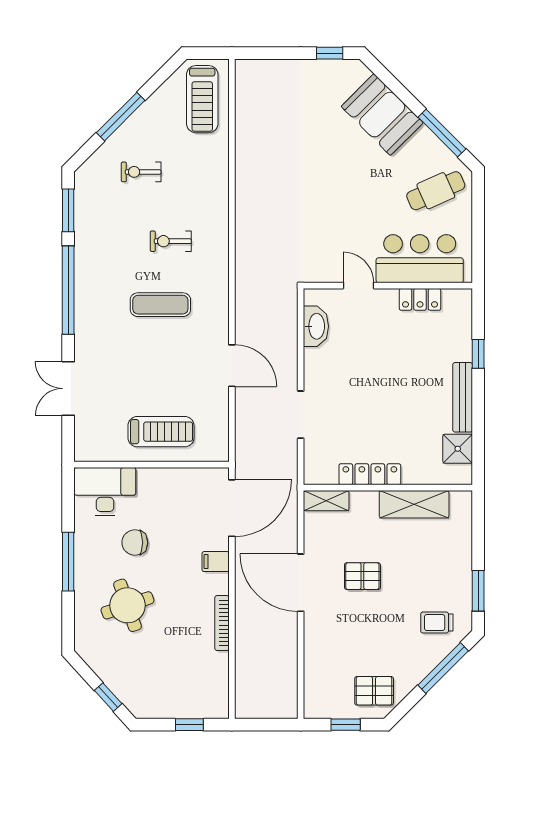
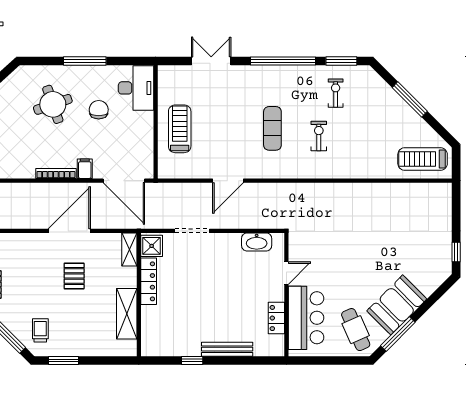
booth: (382, 115) -> (397, 305), moved
exercise bike: (141, 172) -> (336, 93), moved
window: (478, 354) -> (192, 360), moved
bench: (463, 397) -> (227, 349), moved
treadmill: (161, 432) -> (180, 129), turned 180
shower: (458, 449) -> (152, 246), moved
bookcase: (222, 623) -> (56, 173), moved

